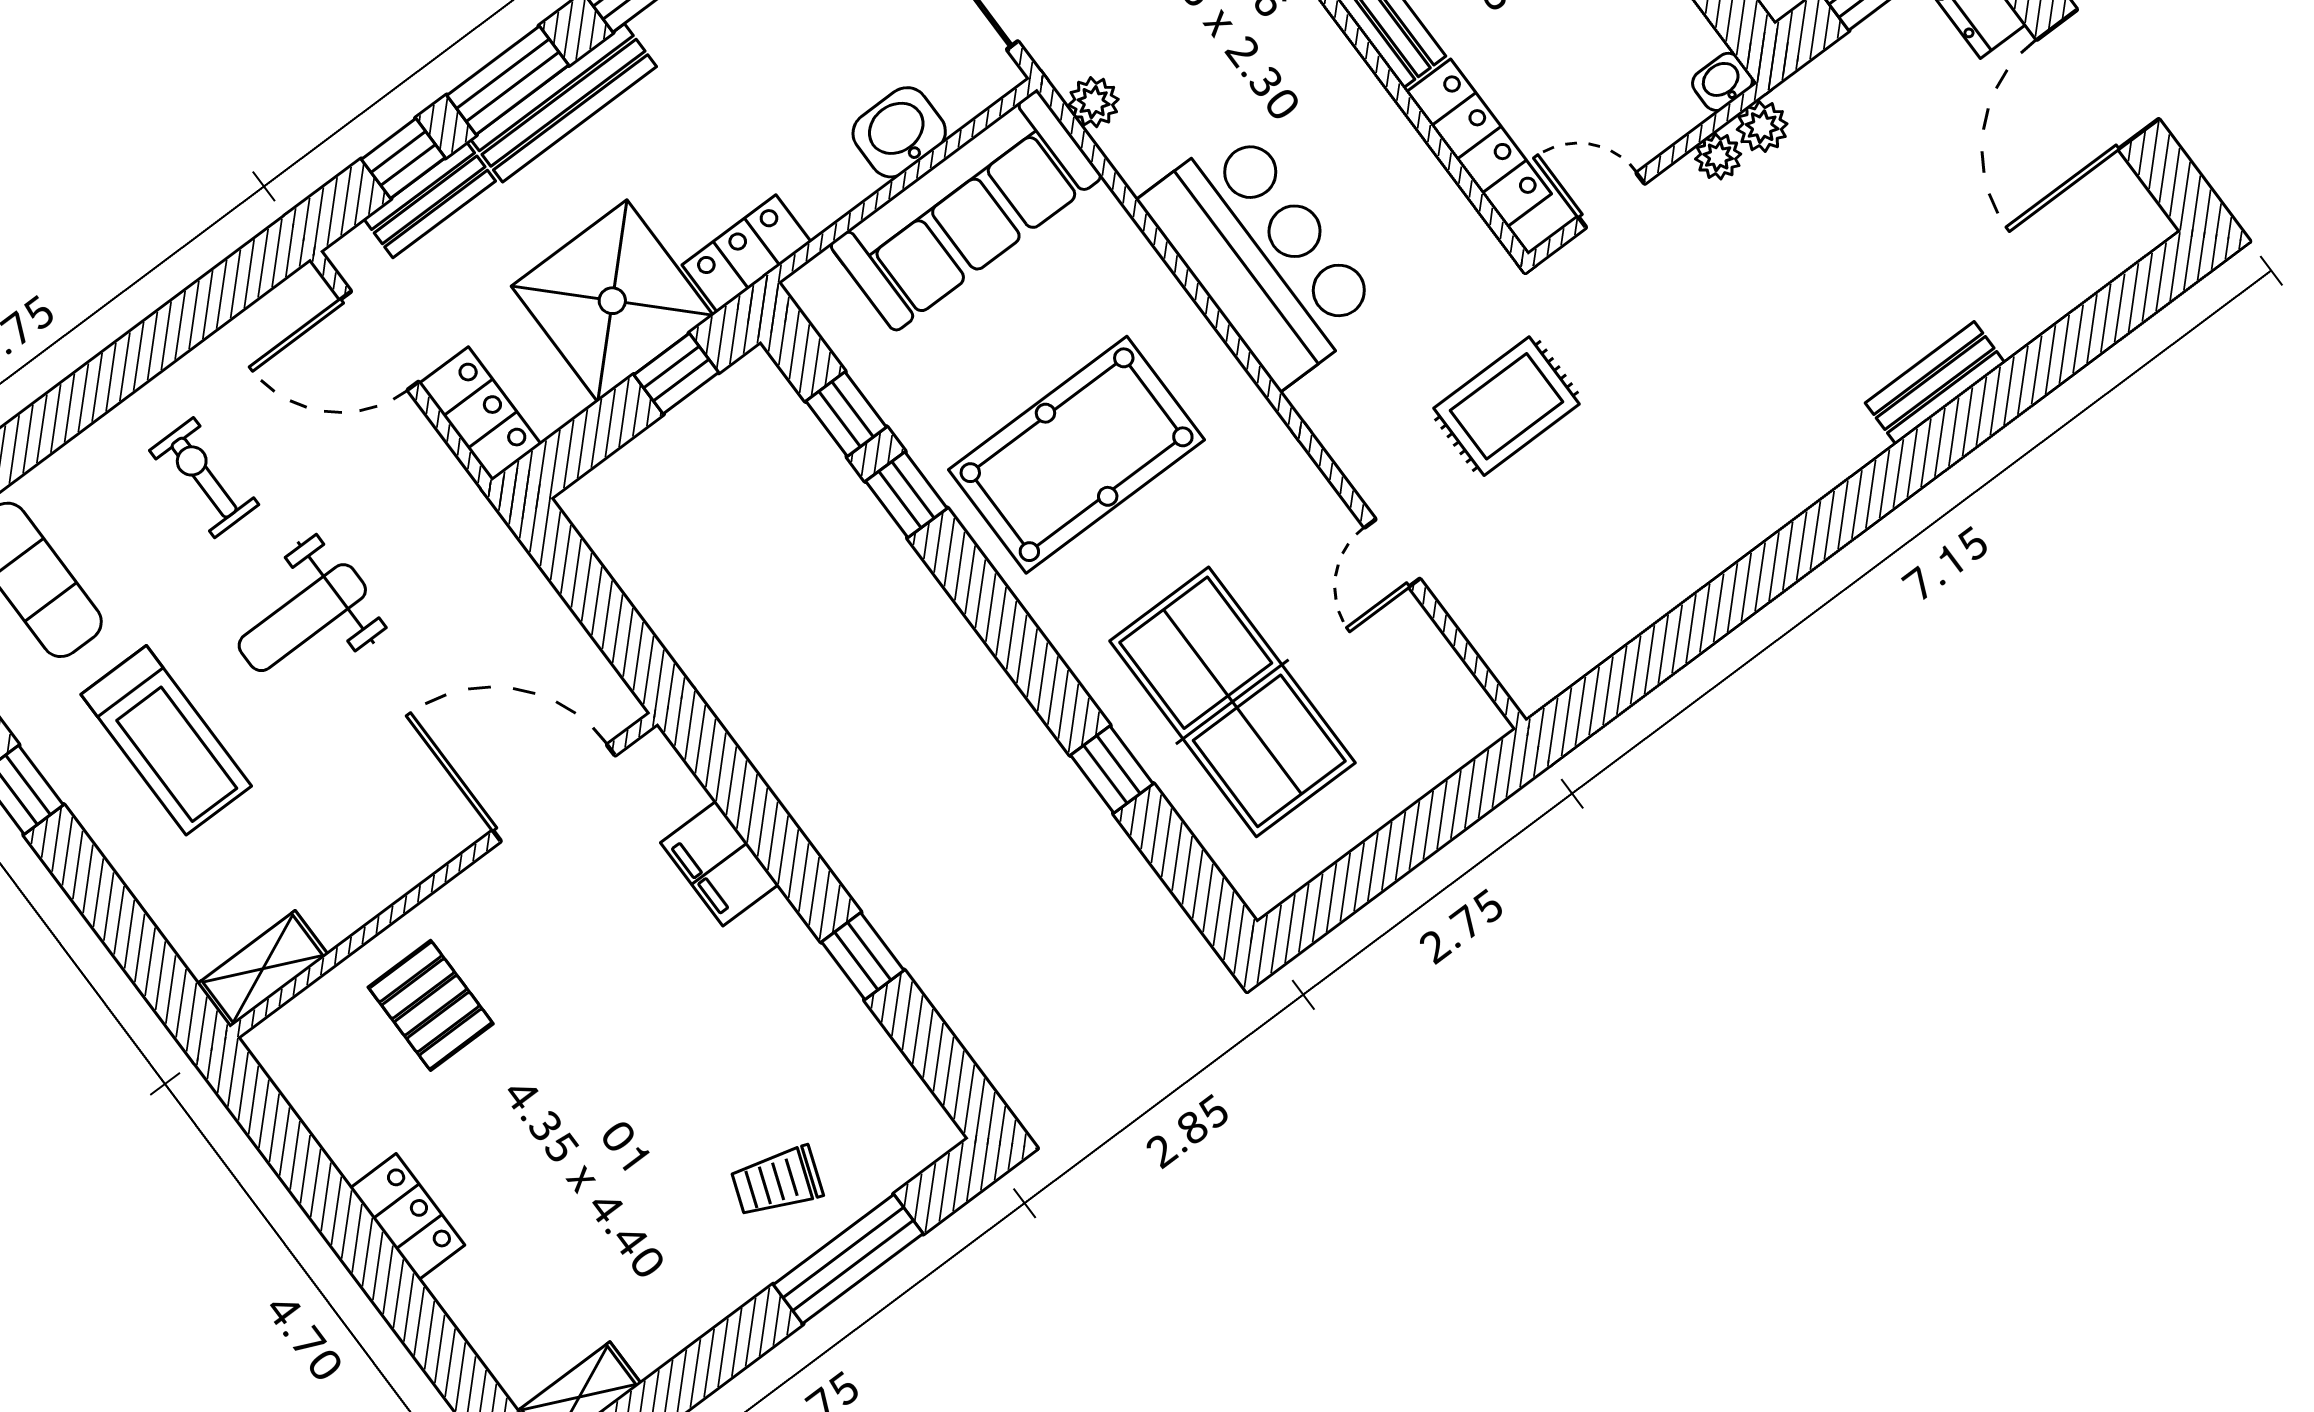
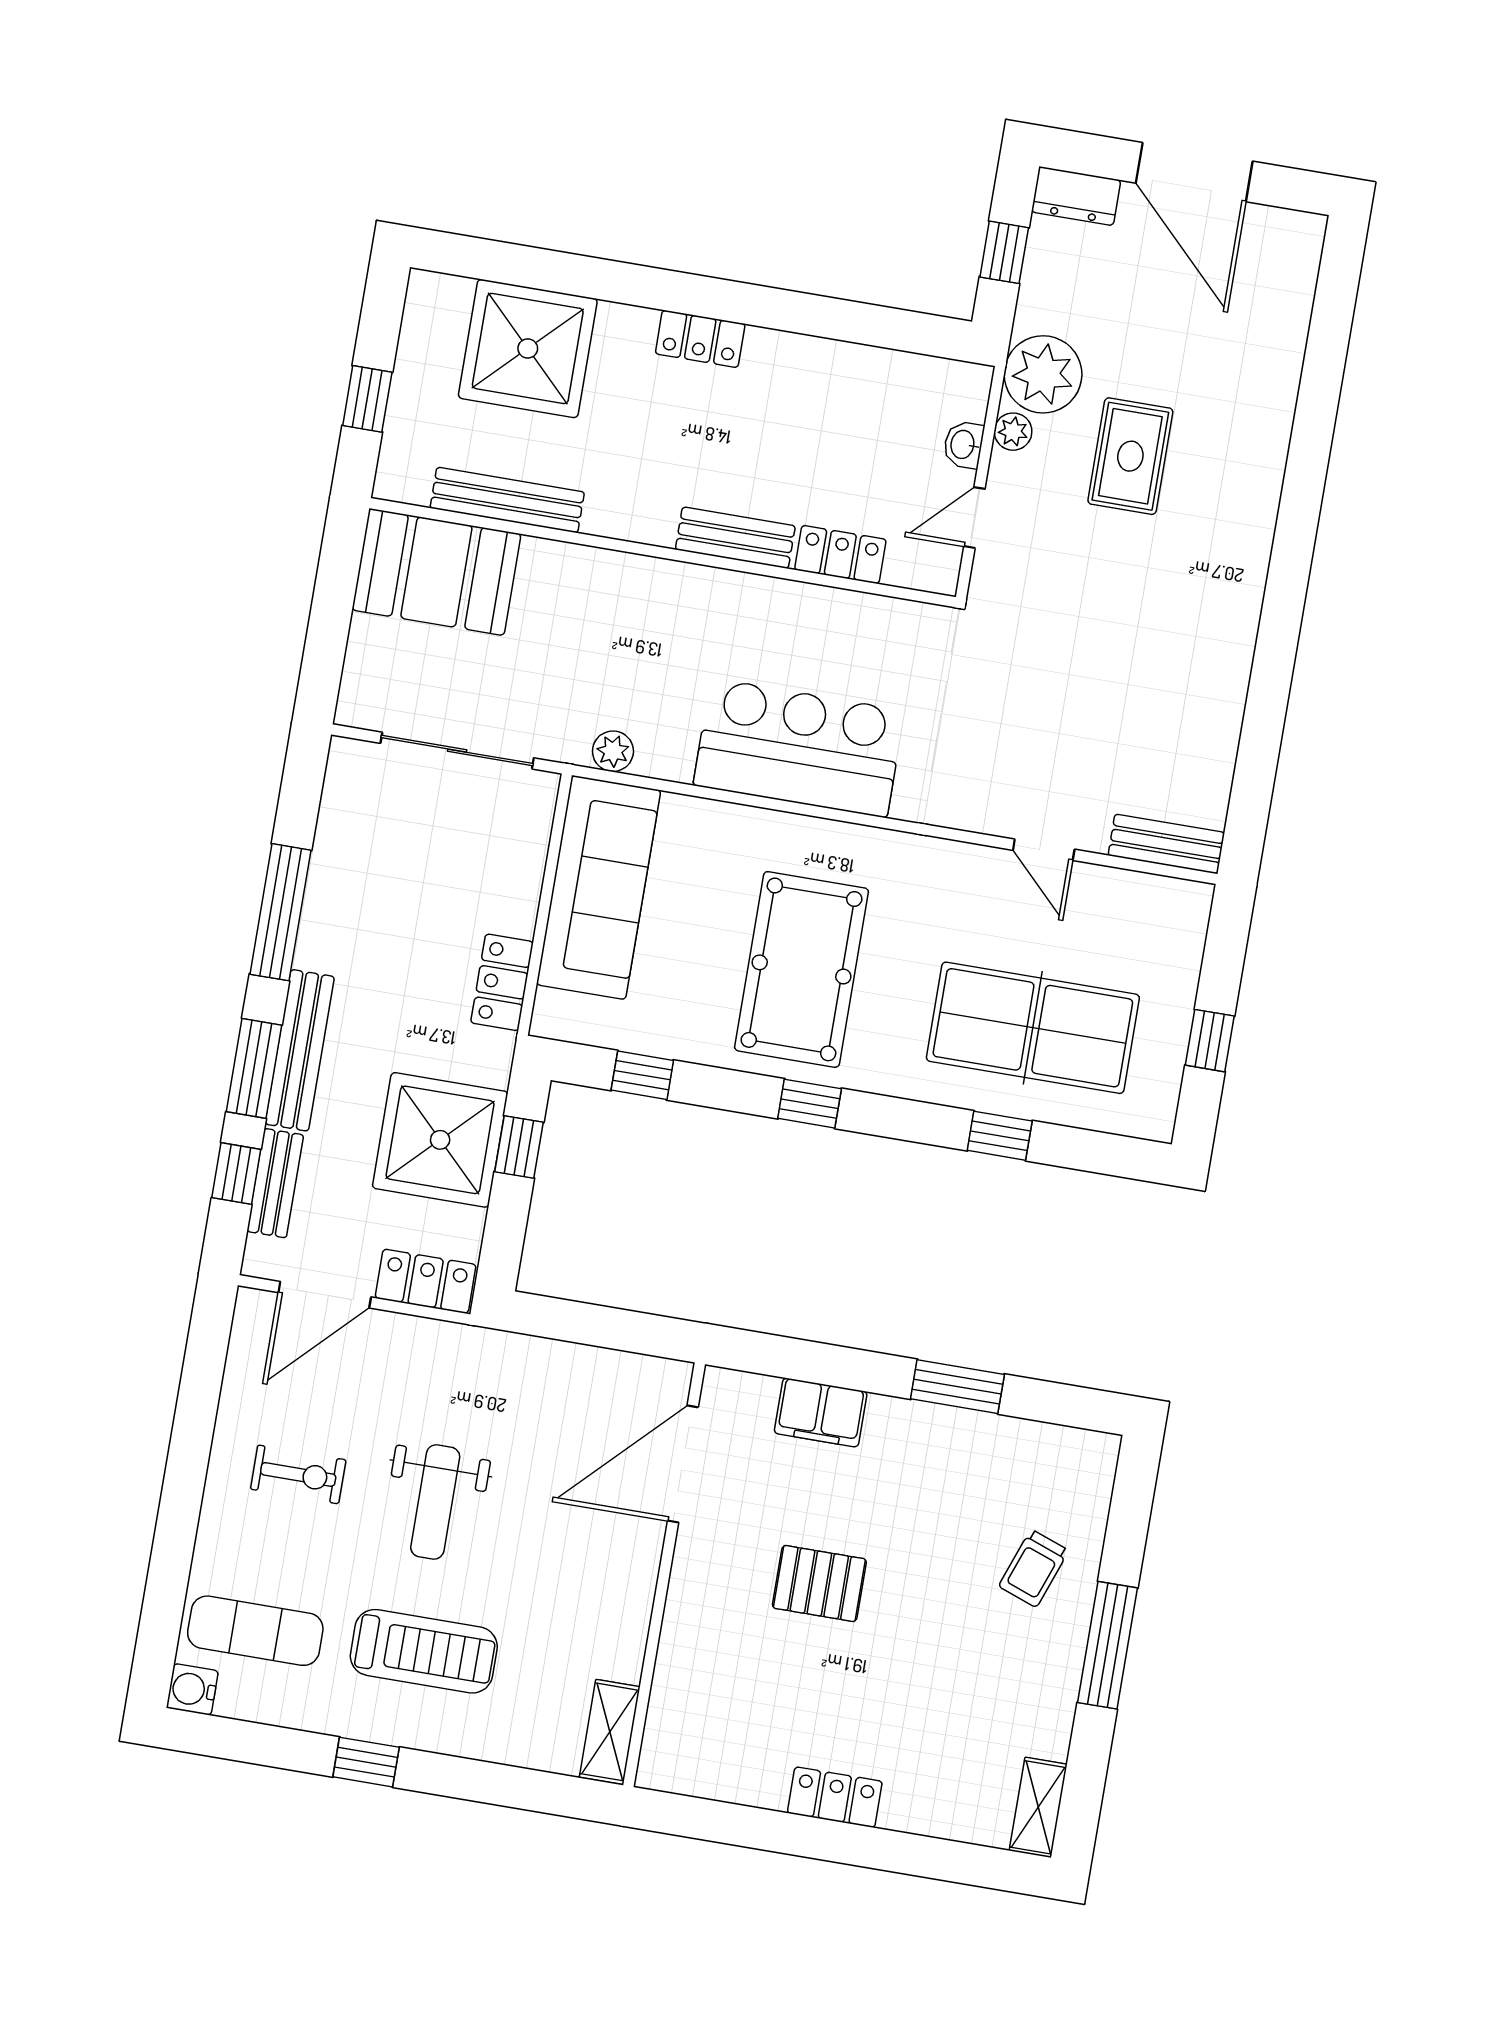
washbasin: (1722, 82) -> (963, 445), moved
plant: (1762, 127) -> (1043, 374), width x1.87, depth x1.87
washbasin: (899, 132) -> (515, 879), removed
locker: (1479, 143) -> (840, 555), width x0.66
locker: (747, 253) -> (502, 982), moved
bench: (1935, 383) -> (1166, 844), moved, turned 90
rug: (1507, 406) -> (1130, 456), moved
exercise bike: (204, 478) -> (298, 1474), turned 180
window: (906, 495) -> (810, 1104), moved
window: (1378, 862) -> (1210, 1041), added
window: (863, 956) -> (957, 1387), width x1.50
pallet: (431, 1005) -> (819, 1583), moved
window: (848, 1259) -> (1107, 1645), moved

